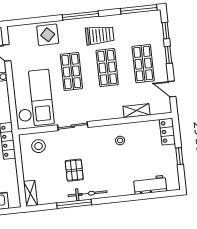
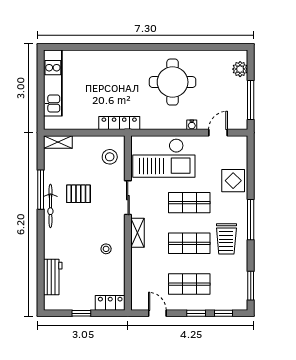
window: (139, 9) -> (251, 286), width x0.69
door: (172, 89) -> (157, 313), hinge flipped
shelving: (136, 111) -> (137, 233), moved

